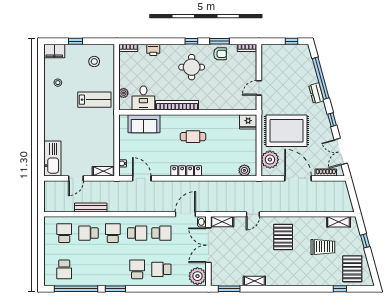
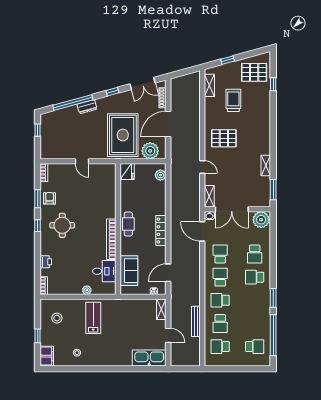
desk: (143, 98) -> (104, 271), moved
bookcase: (177, 105) -> (111, 239), moved
wall: (188, 112) -> (118, 229), moved
fridge: (248, 122) -> (127, 172), moved
sofa: (144, 124) -> (129, 271), moved

